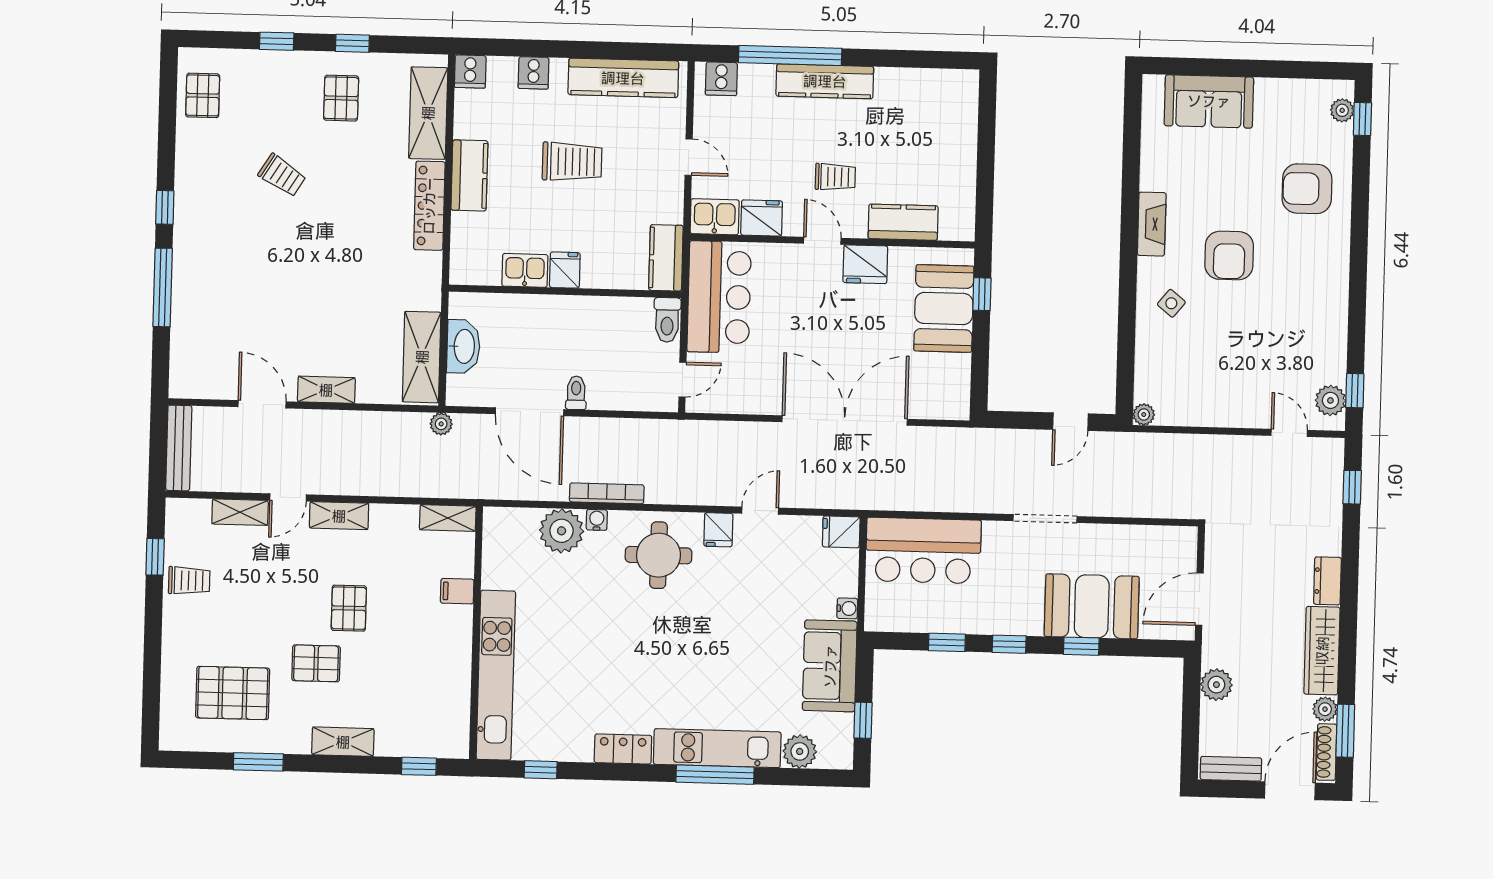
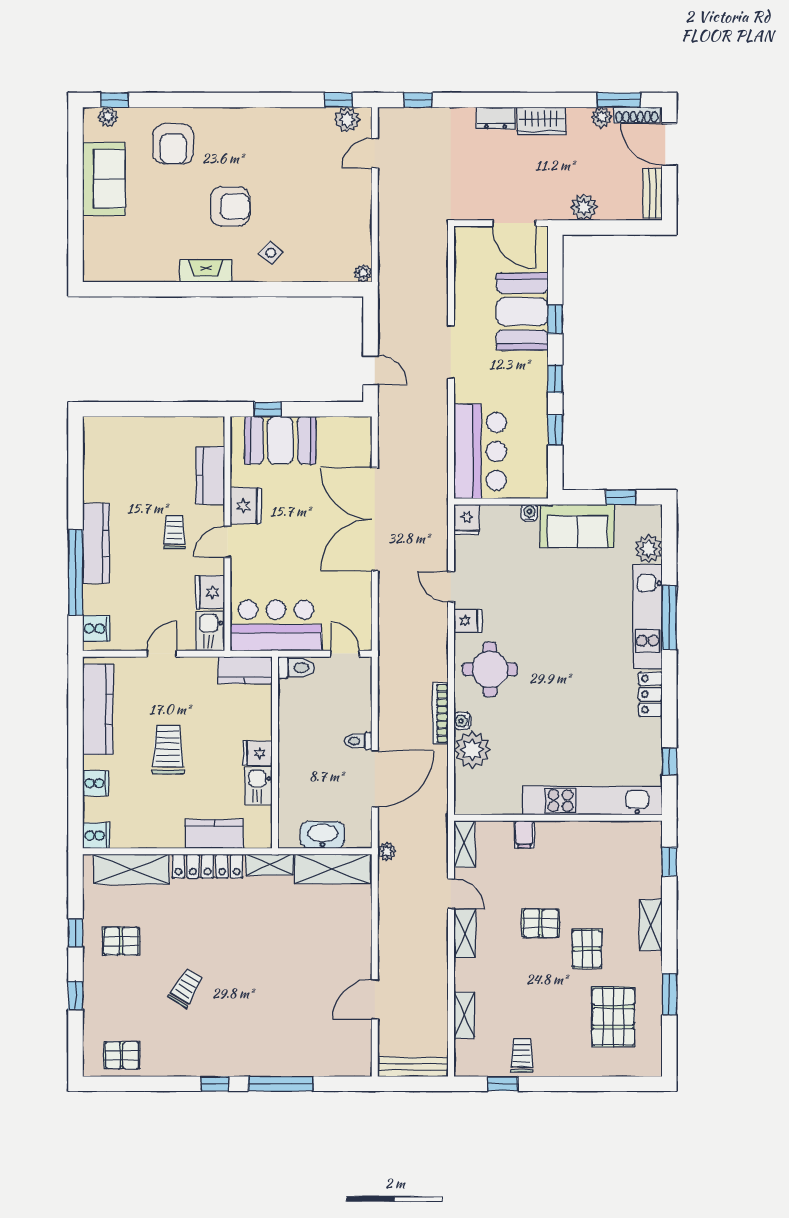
sofa: (1209, 101) -> (104, 179), moved
kitchen counter: (469, 175) -> (214, 834), moved
shelving: (326, 390) -> (269, 865), moved, turned 90
door: (1070, 422) -> (371, 370), moved
door: (288, 497) -> (451, 894), moved
wardrobe: (1322, 651) -> (541, 121), width x0.67

